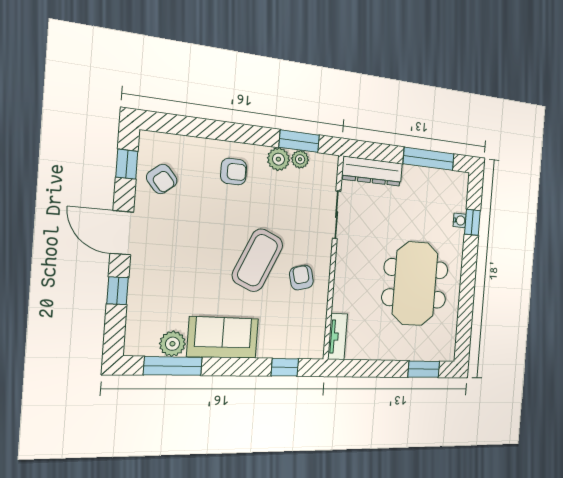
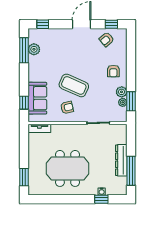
dresser: (372, 171) -> (121, 160), moved
window: (118, 291) -> (43, 24), moved
sofa: (223, 338) -> (37, 98), moved

